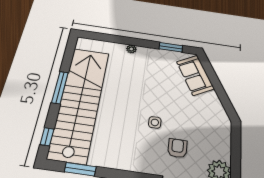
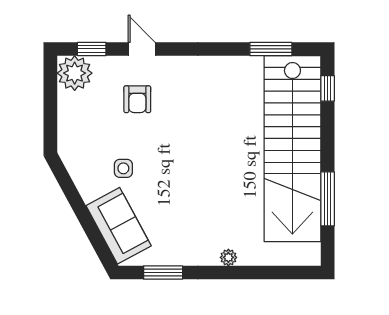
window: (60, 87) -> (328, 199), moved
side table: (155, 122) -> (123, 168), moved

